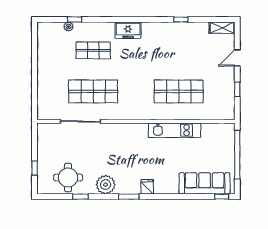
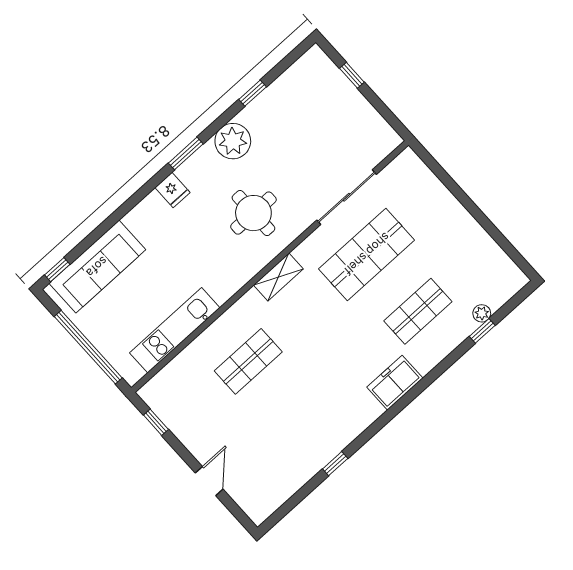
shelving: (222, 28) -> (278, 277), moved
window: (237, 90) -> (156, 422), moved
shop shelf: (179, 91) -> (248, 361), width x0.70, depth x0.74
kitchen unit: (175, 130) -> (175, 330), moved
round table: (68, 177) -> (253, 213), moved

